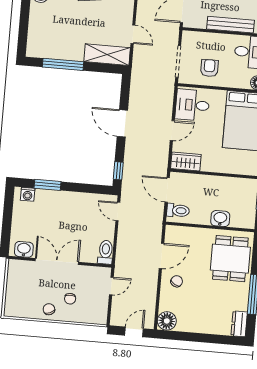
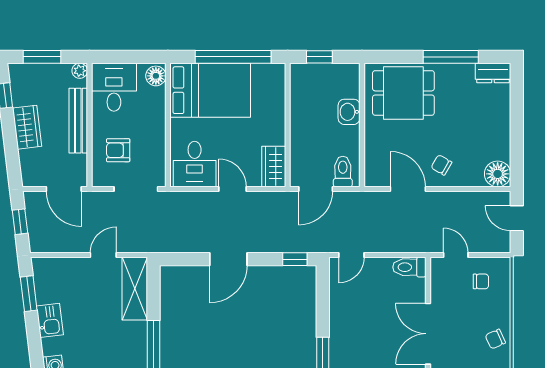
armchair: (209, 68) -> (118, 150), moved
chair: (70, 299) -> (481, 281), moved

